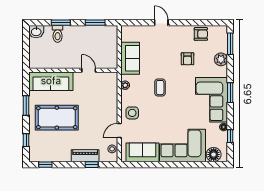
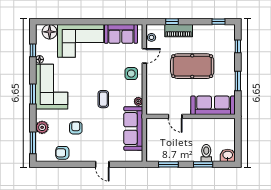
sofa: (130, 58) -> (133, 129), width x1.36
pool table: (57, 118) -> (192, 66), moved

